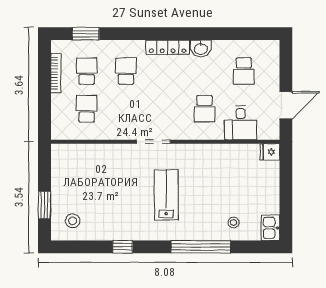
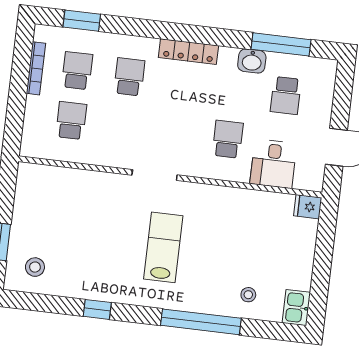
window: (236, 34) -> (281, 44), added
washbasin: (201, 49) -> (252, 61), moved
school desk: (205, 109) -> (228, 139), turned 180

